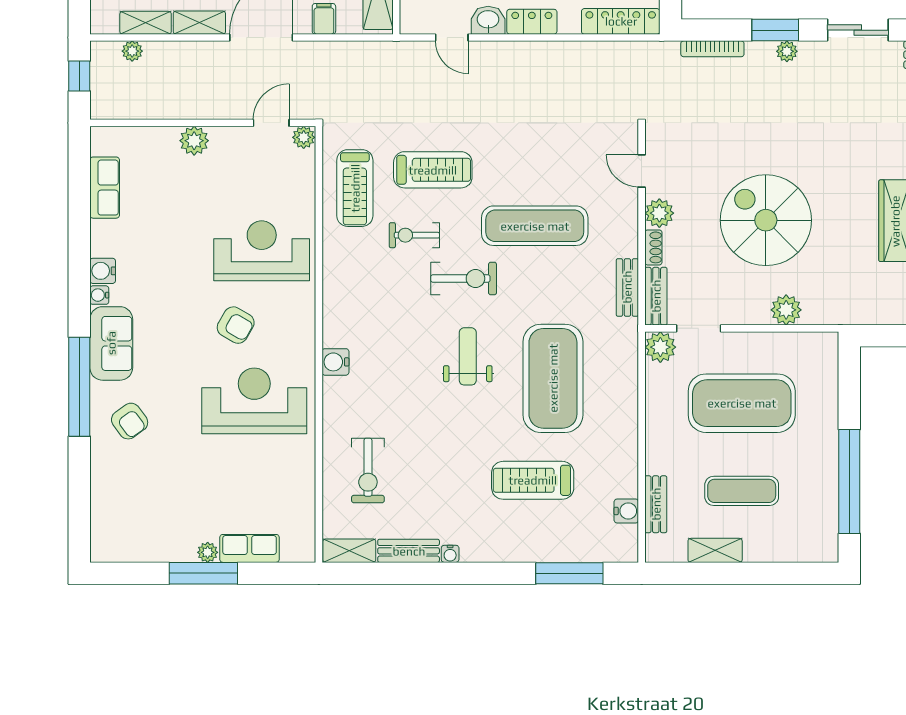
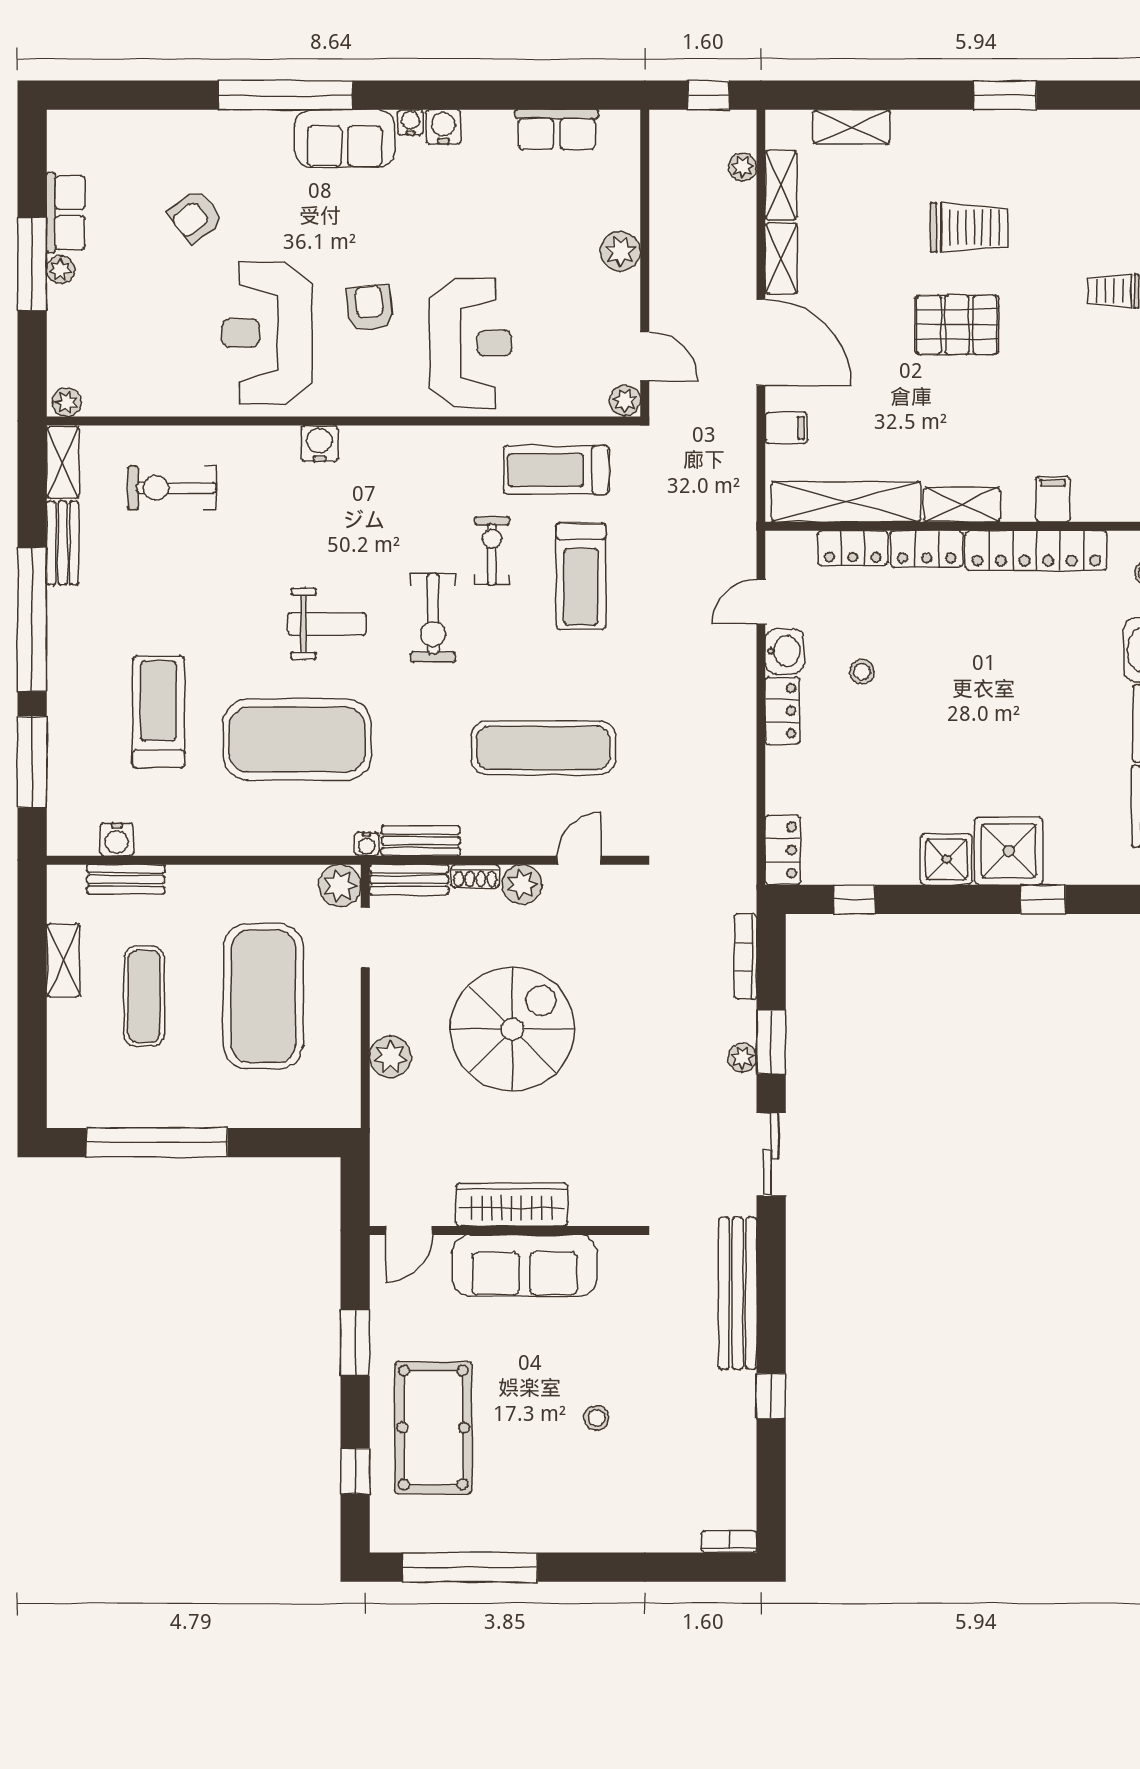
locker: (621, 21) -> (783, 850), width x0.66
exercise mat: (535, 226) -> (543, 748), moved, turned 90
armchair: (236, 325) -> (370, 308), turned 144
reception desk: (254, 401) -> (267, 333), turned 180
armchair: (130, 421) -> (195, 216), moved
row of seats: (250, 548) -> (66, 213), moved
plant: (305, 548) -> (67, 402), added
water cooler: (450, 554) -> (367, 844), moved, turned -90
window: (465, 573) -> (32, 619), added

